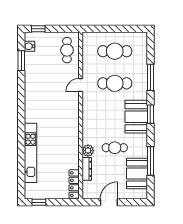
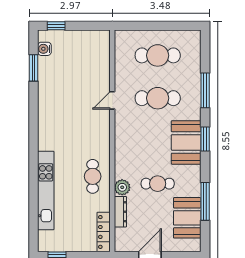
cafe table: (67, 50) -> (93, 176), moved

